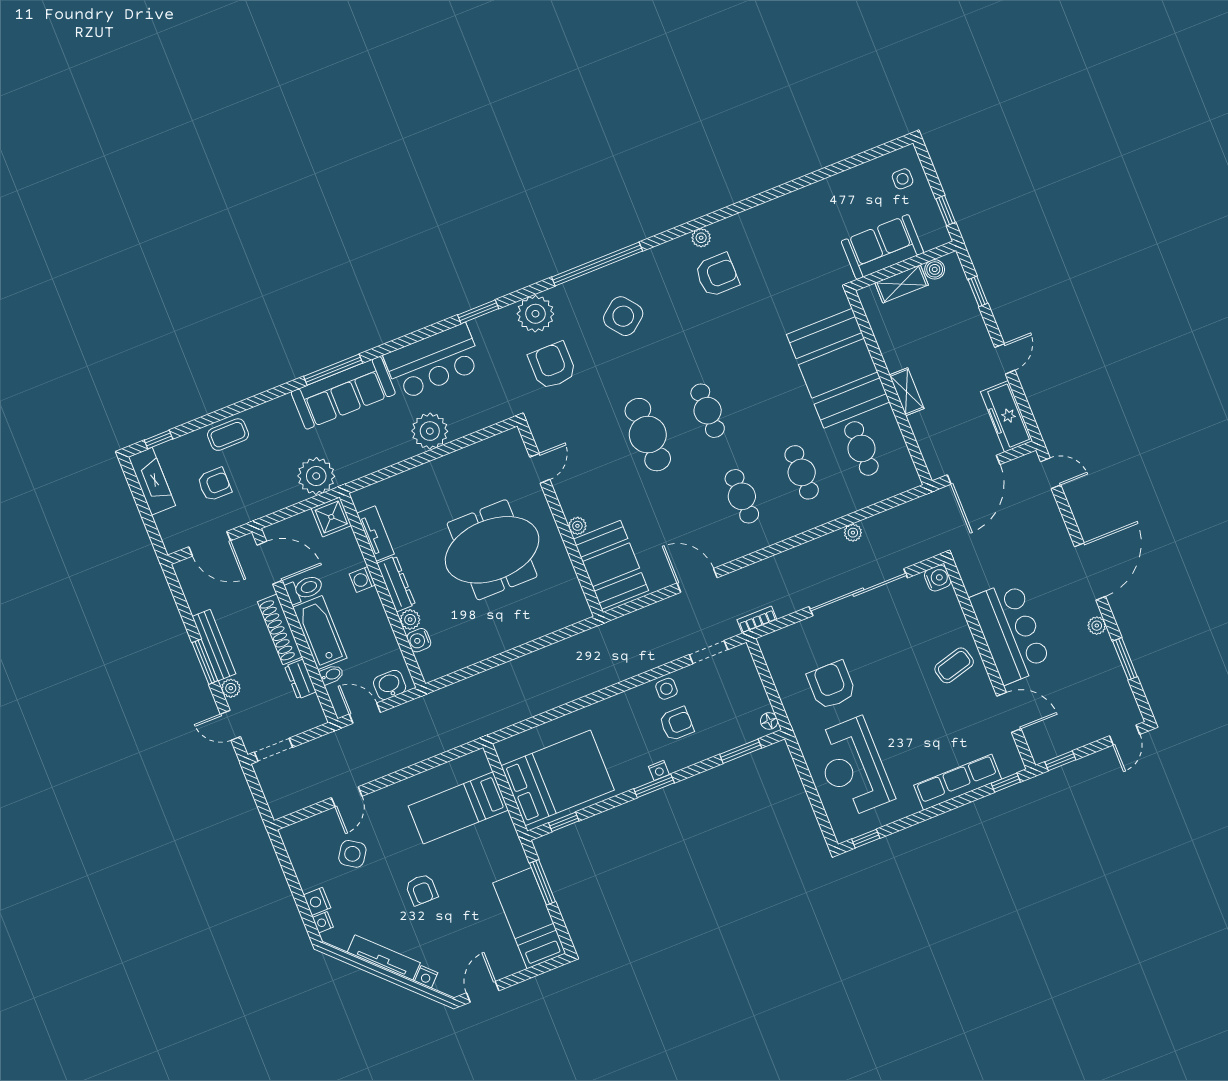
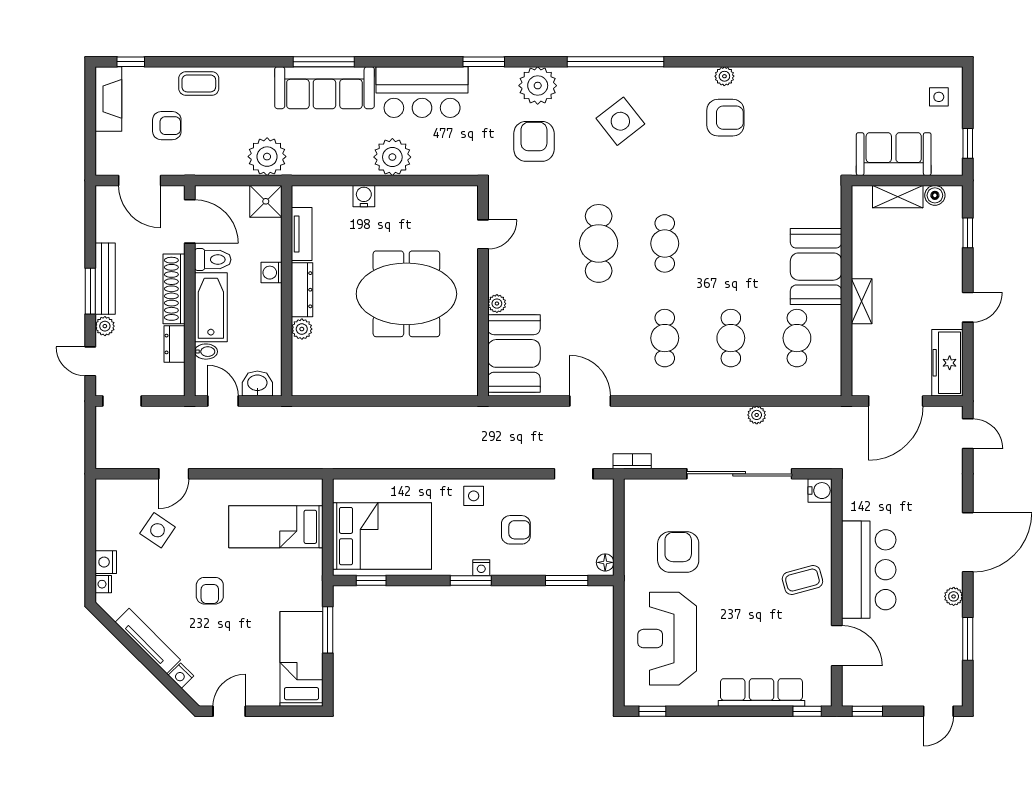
booth: (838, 368) -> (816, 267), width x0.73, depth x0.70
water cooler: (419, 640) -> (364, 196), moved, turned 90
side table: (666, 689) -> (474, 496), moved

